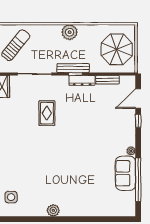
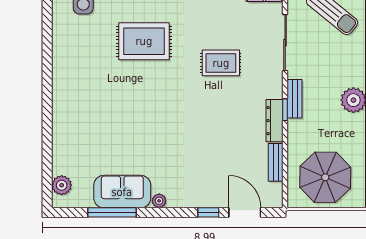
bench: (73, 68) -> (295, 99), width x0.73
rug: (34, 160) -> (144, 41), added
window: (138, 180) -> (112, 212), width x0.68
plant: (53, 210) -> (62, 185), moved

